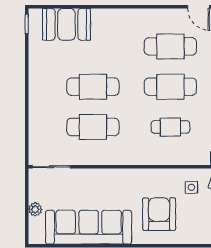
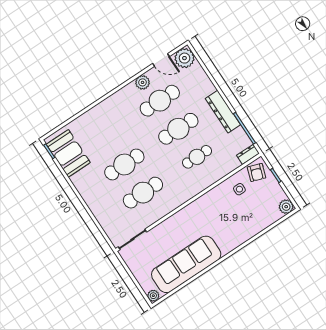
plant: (165, 17) -> (143, 82), added
booth: (66, 24) -> (68, 153), moved, turned 90
plant: (35, 209) -> (153, 296), moved
armchair: (159, 214) -> (229, 223), removed

